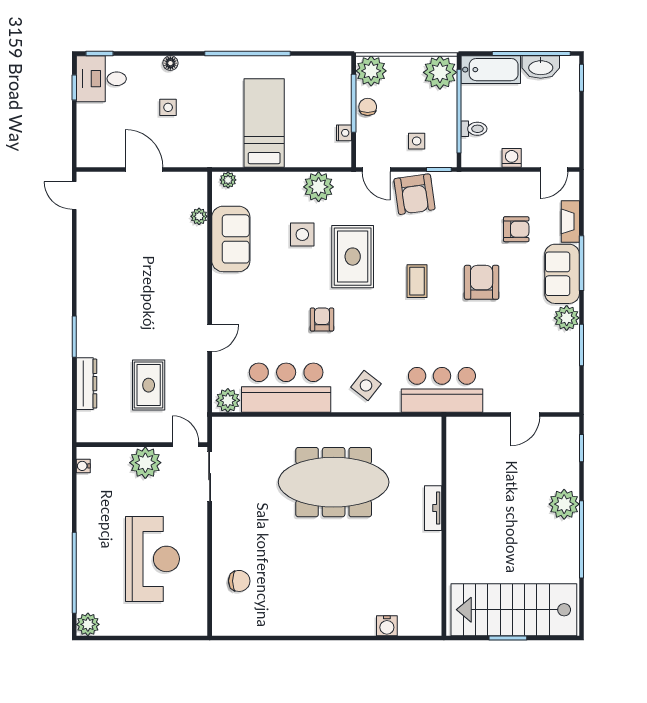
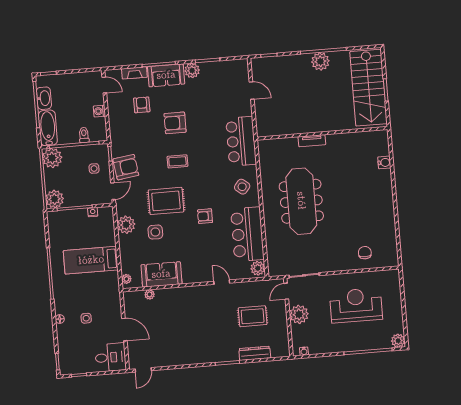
desk: (101, 79) -> (110, 357), moved, turned -90
chair: (368, 107) -> (76, 199), removed
door: (144, 170) -> (124, 329), swing flipped
plant: (564, 504) -> (320, 61), moved

